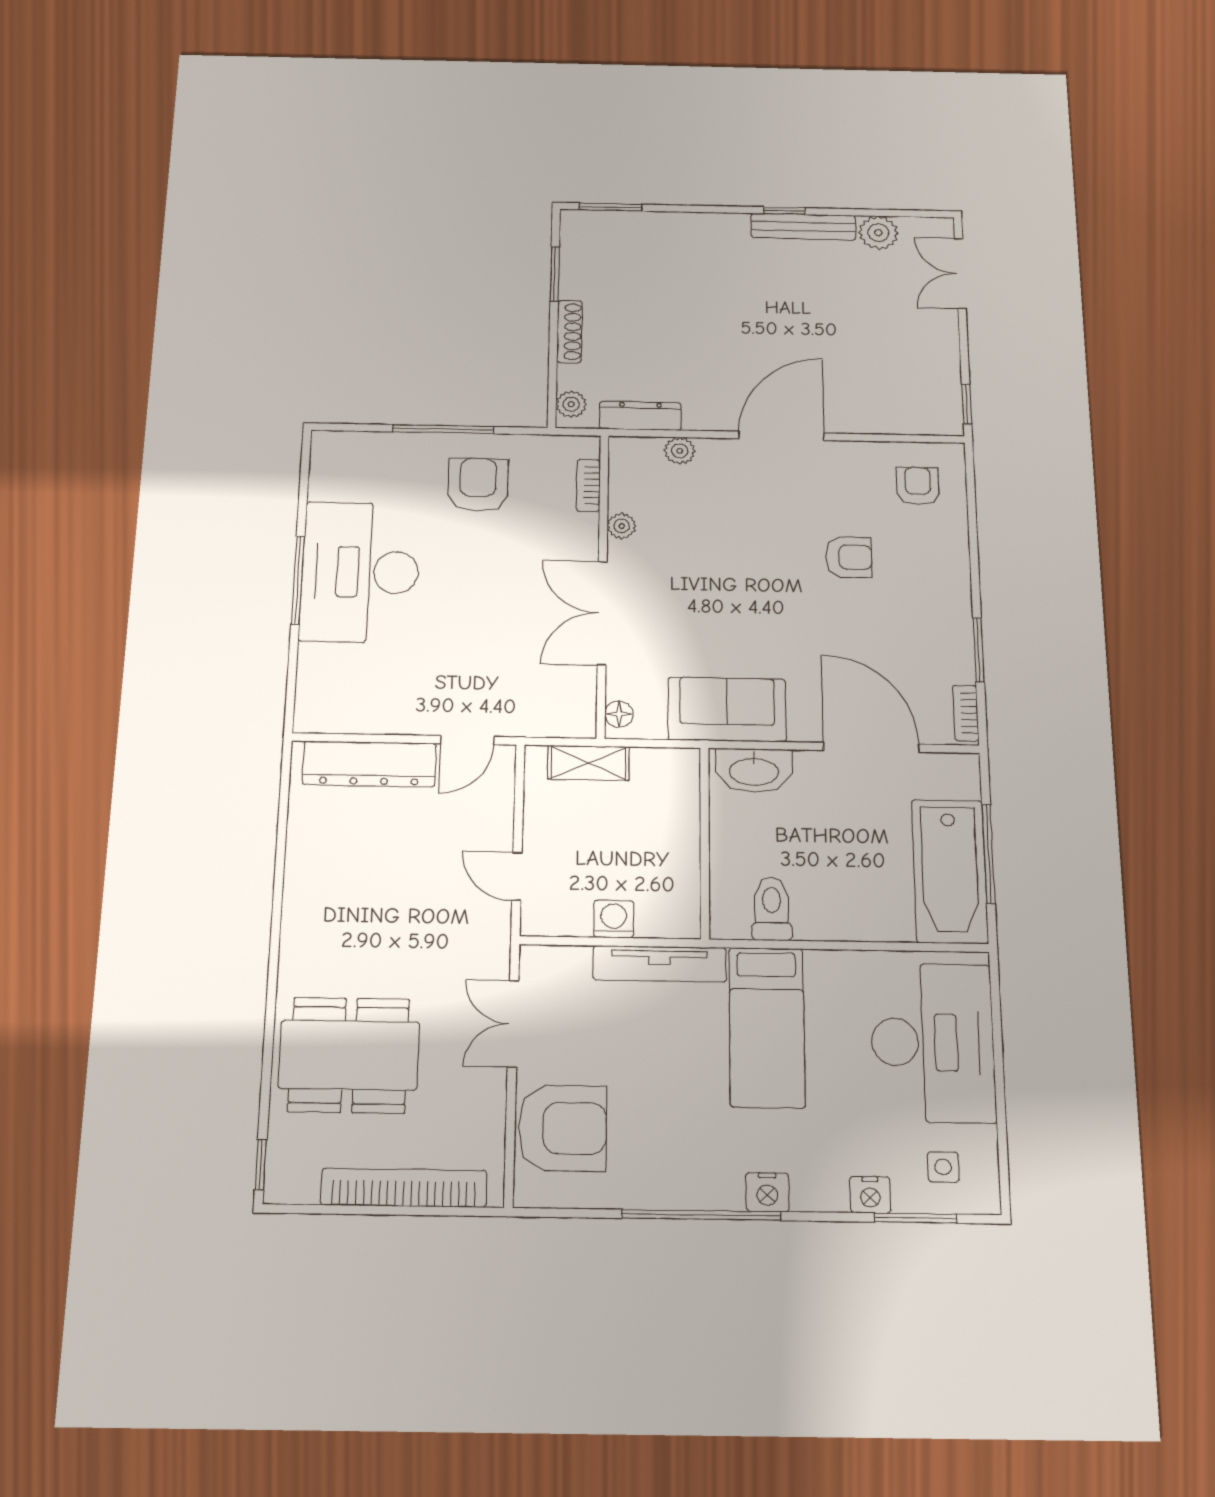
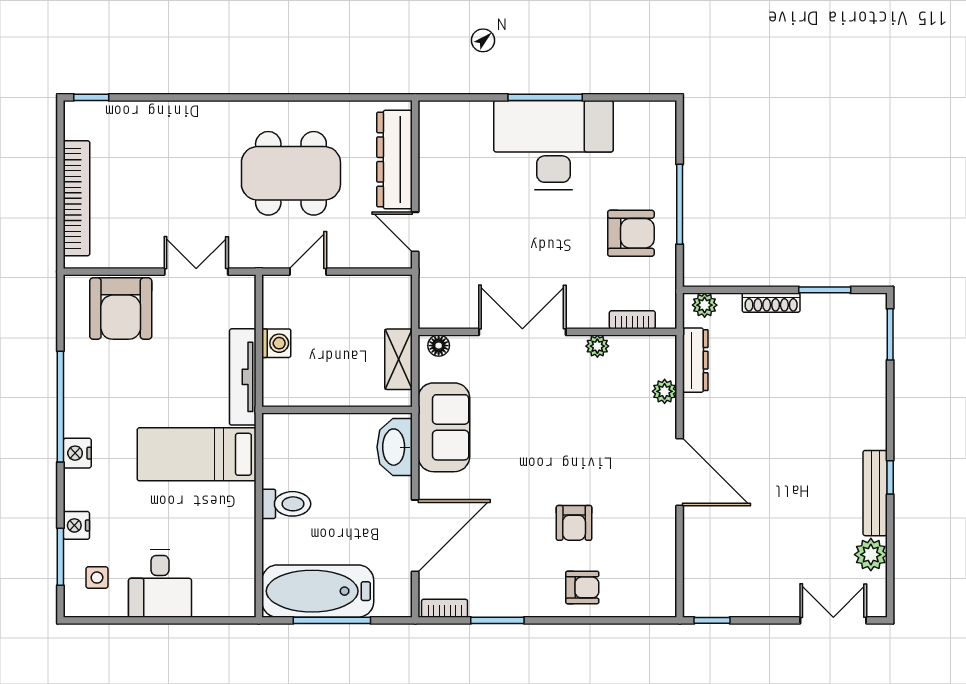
armchair: (918, 486) -> (582, 587), moved
shelving: (588, 763) -> (399, 359), moved
toilet: (772, 909) -> (286, 504), moved
desk: (933, 1042) -> (160, 584), width x0.53, depth x0.77
dining table: (349, 1055) -> (291, 173), moved, turned 90

